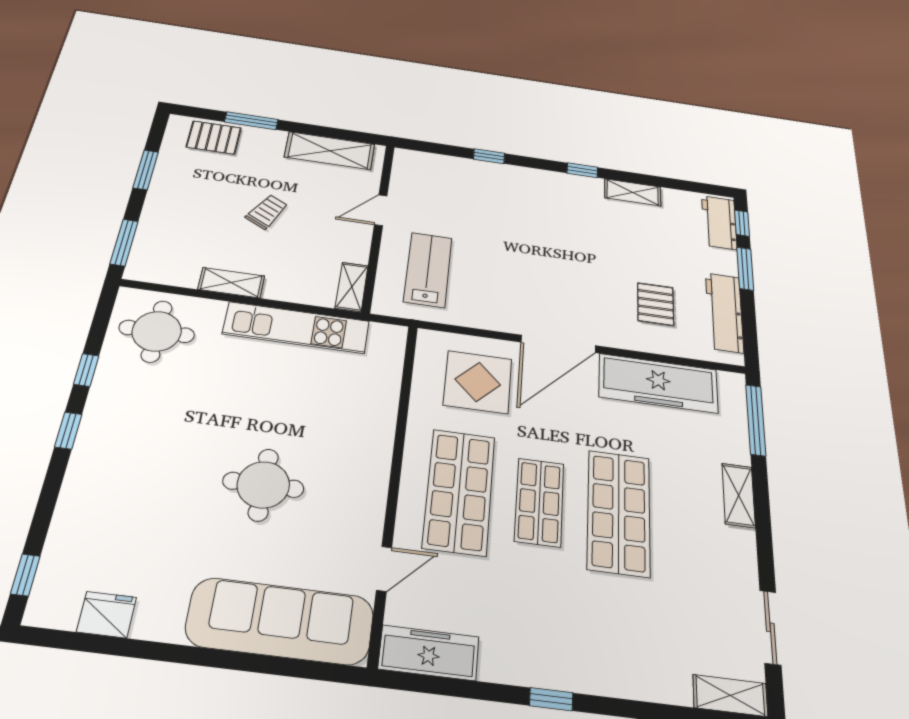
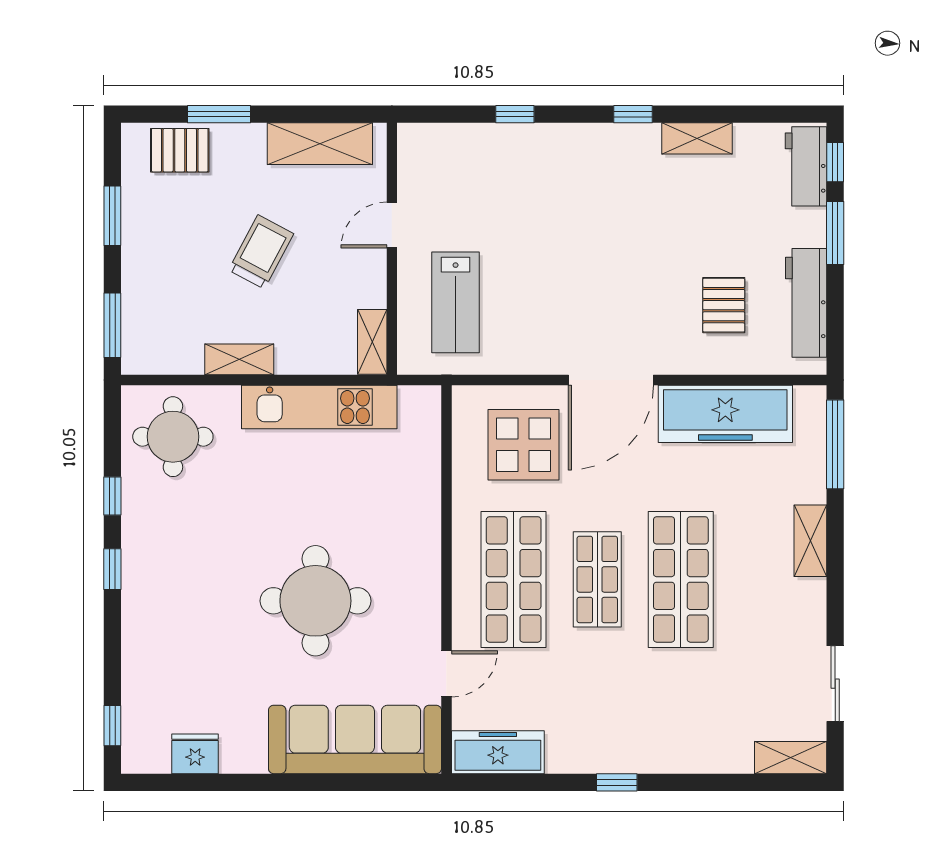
trolley: (267, 212) -> (261, 252), width x1.36, depth x1.39
lab bench: (428, 270) -> (456, 302), turned 180
round table: (263, 485) -> (315, 601), width x1.36, depth x1.36

